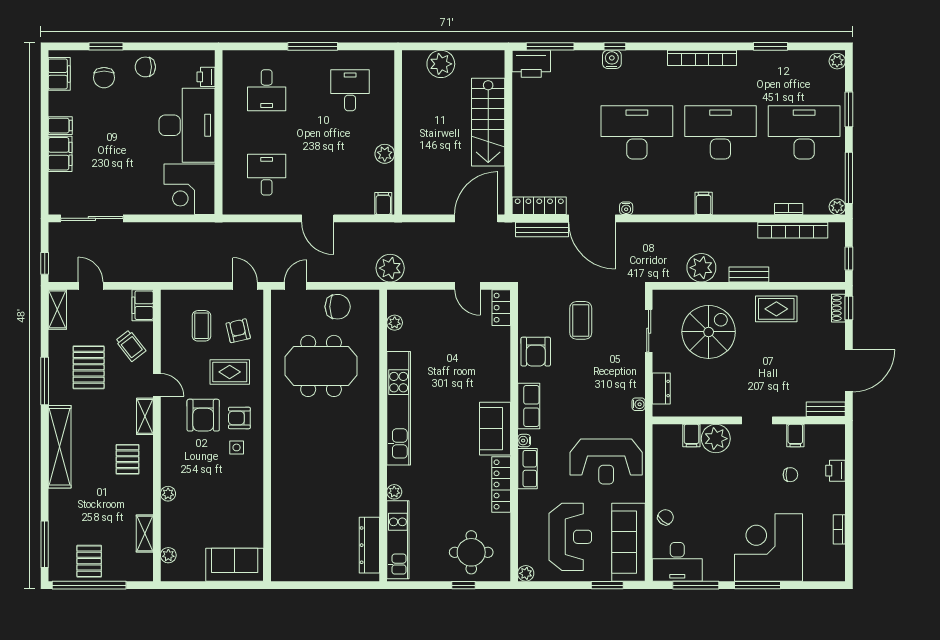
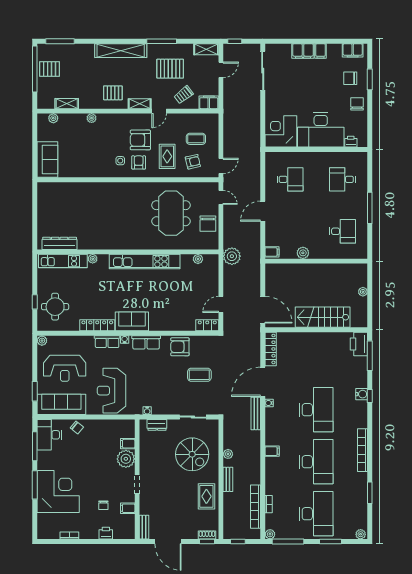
plant: (441, 64) -> (363, 292), width x0.53, depth x0.53
bench: (542, 230) -> (256, 414), moved
plant: (701, 268) -> (228, 454), width x0.53, depth x0.53

